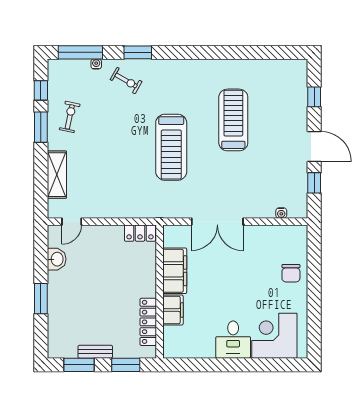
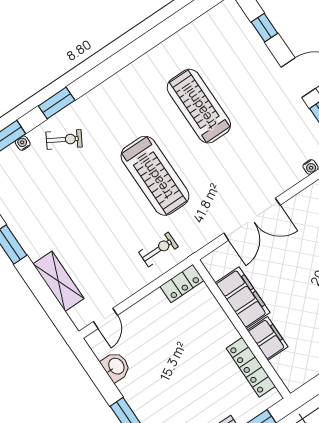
exercise bike: (70, 117) -> (158, 249), moved, turned 78

